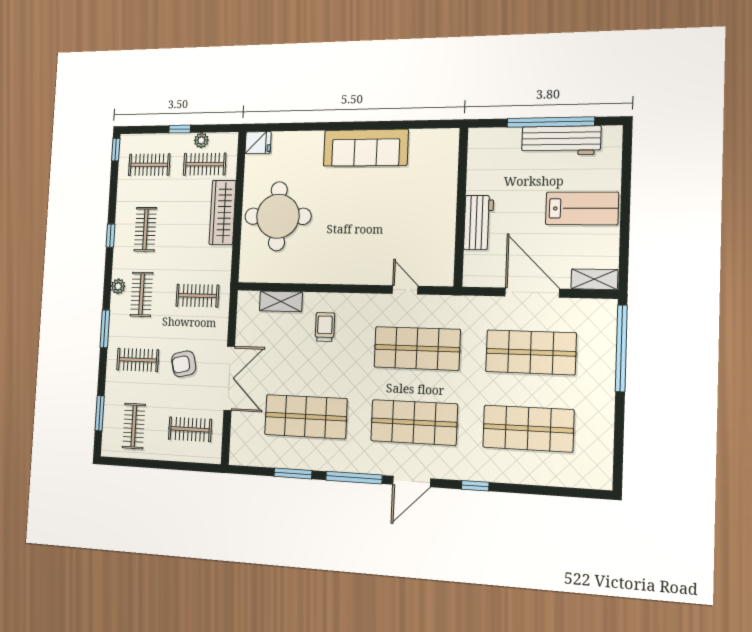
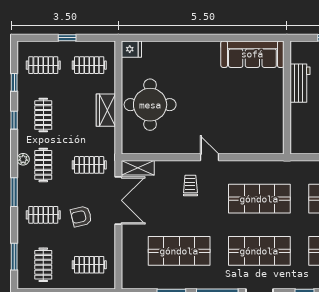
plant: (201, 140) -> (85, 47), removed
sofa: (366, 148) -> (252, 54), moved
window: (116, 150) -> (14, 82), moved
wardrobe: (222, 212) -> (106, 110), width x0.67
workbench: (479, 223) -> (300, 83), moved
door: (405, 290) -> (209, 157), moved
shelving: (281, 301) -> (138, 168), moved
double door: (229, 378) -> (118, 200), moved

